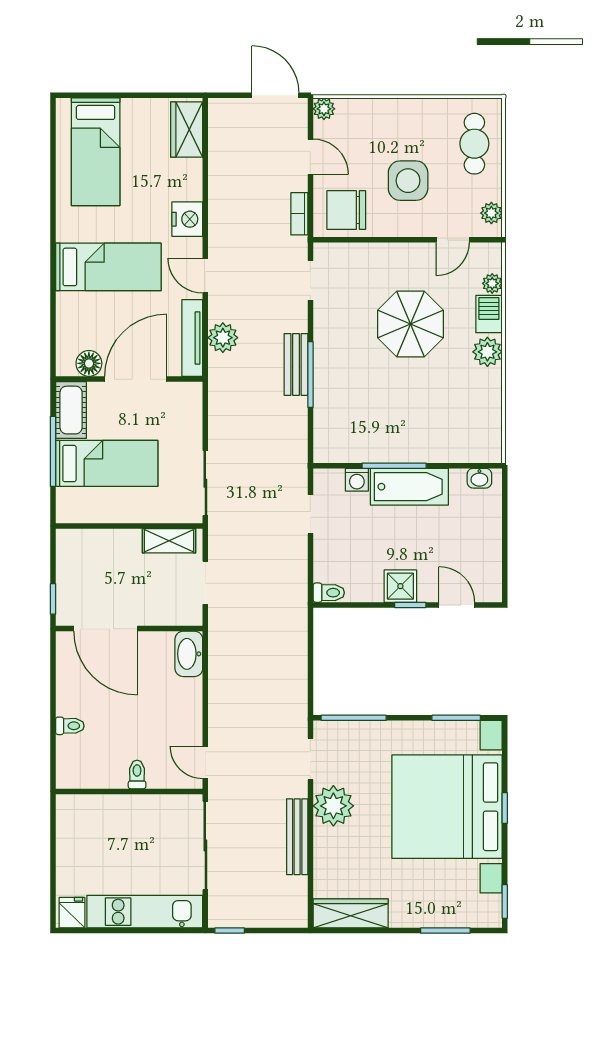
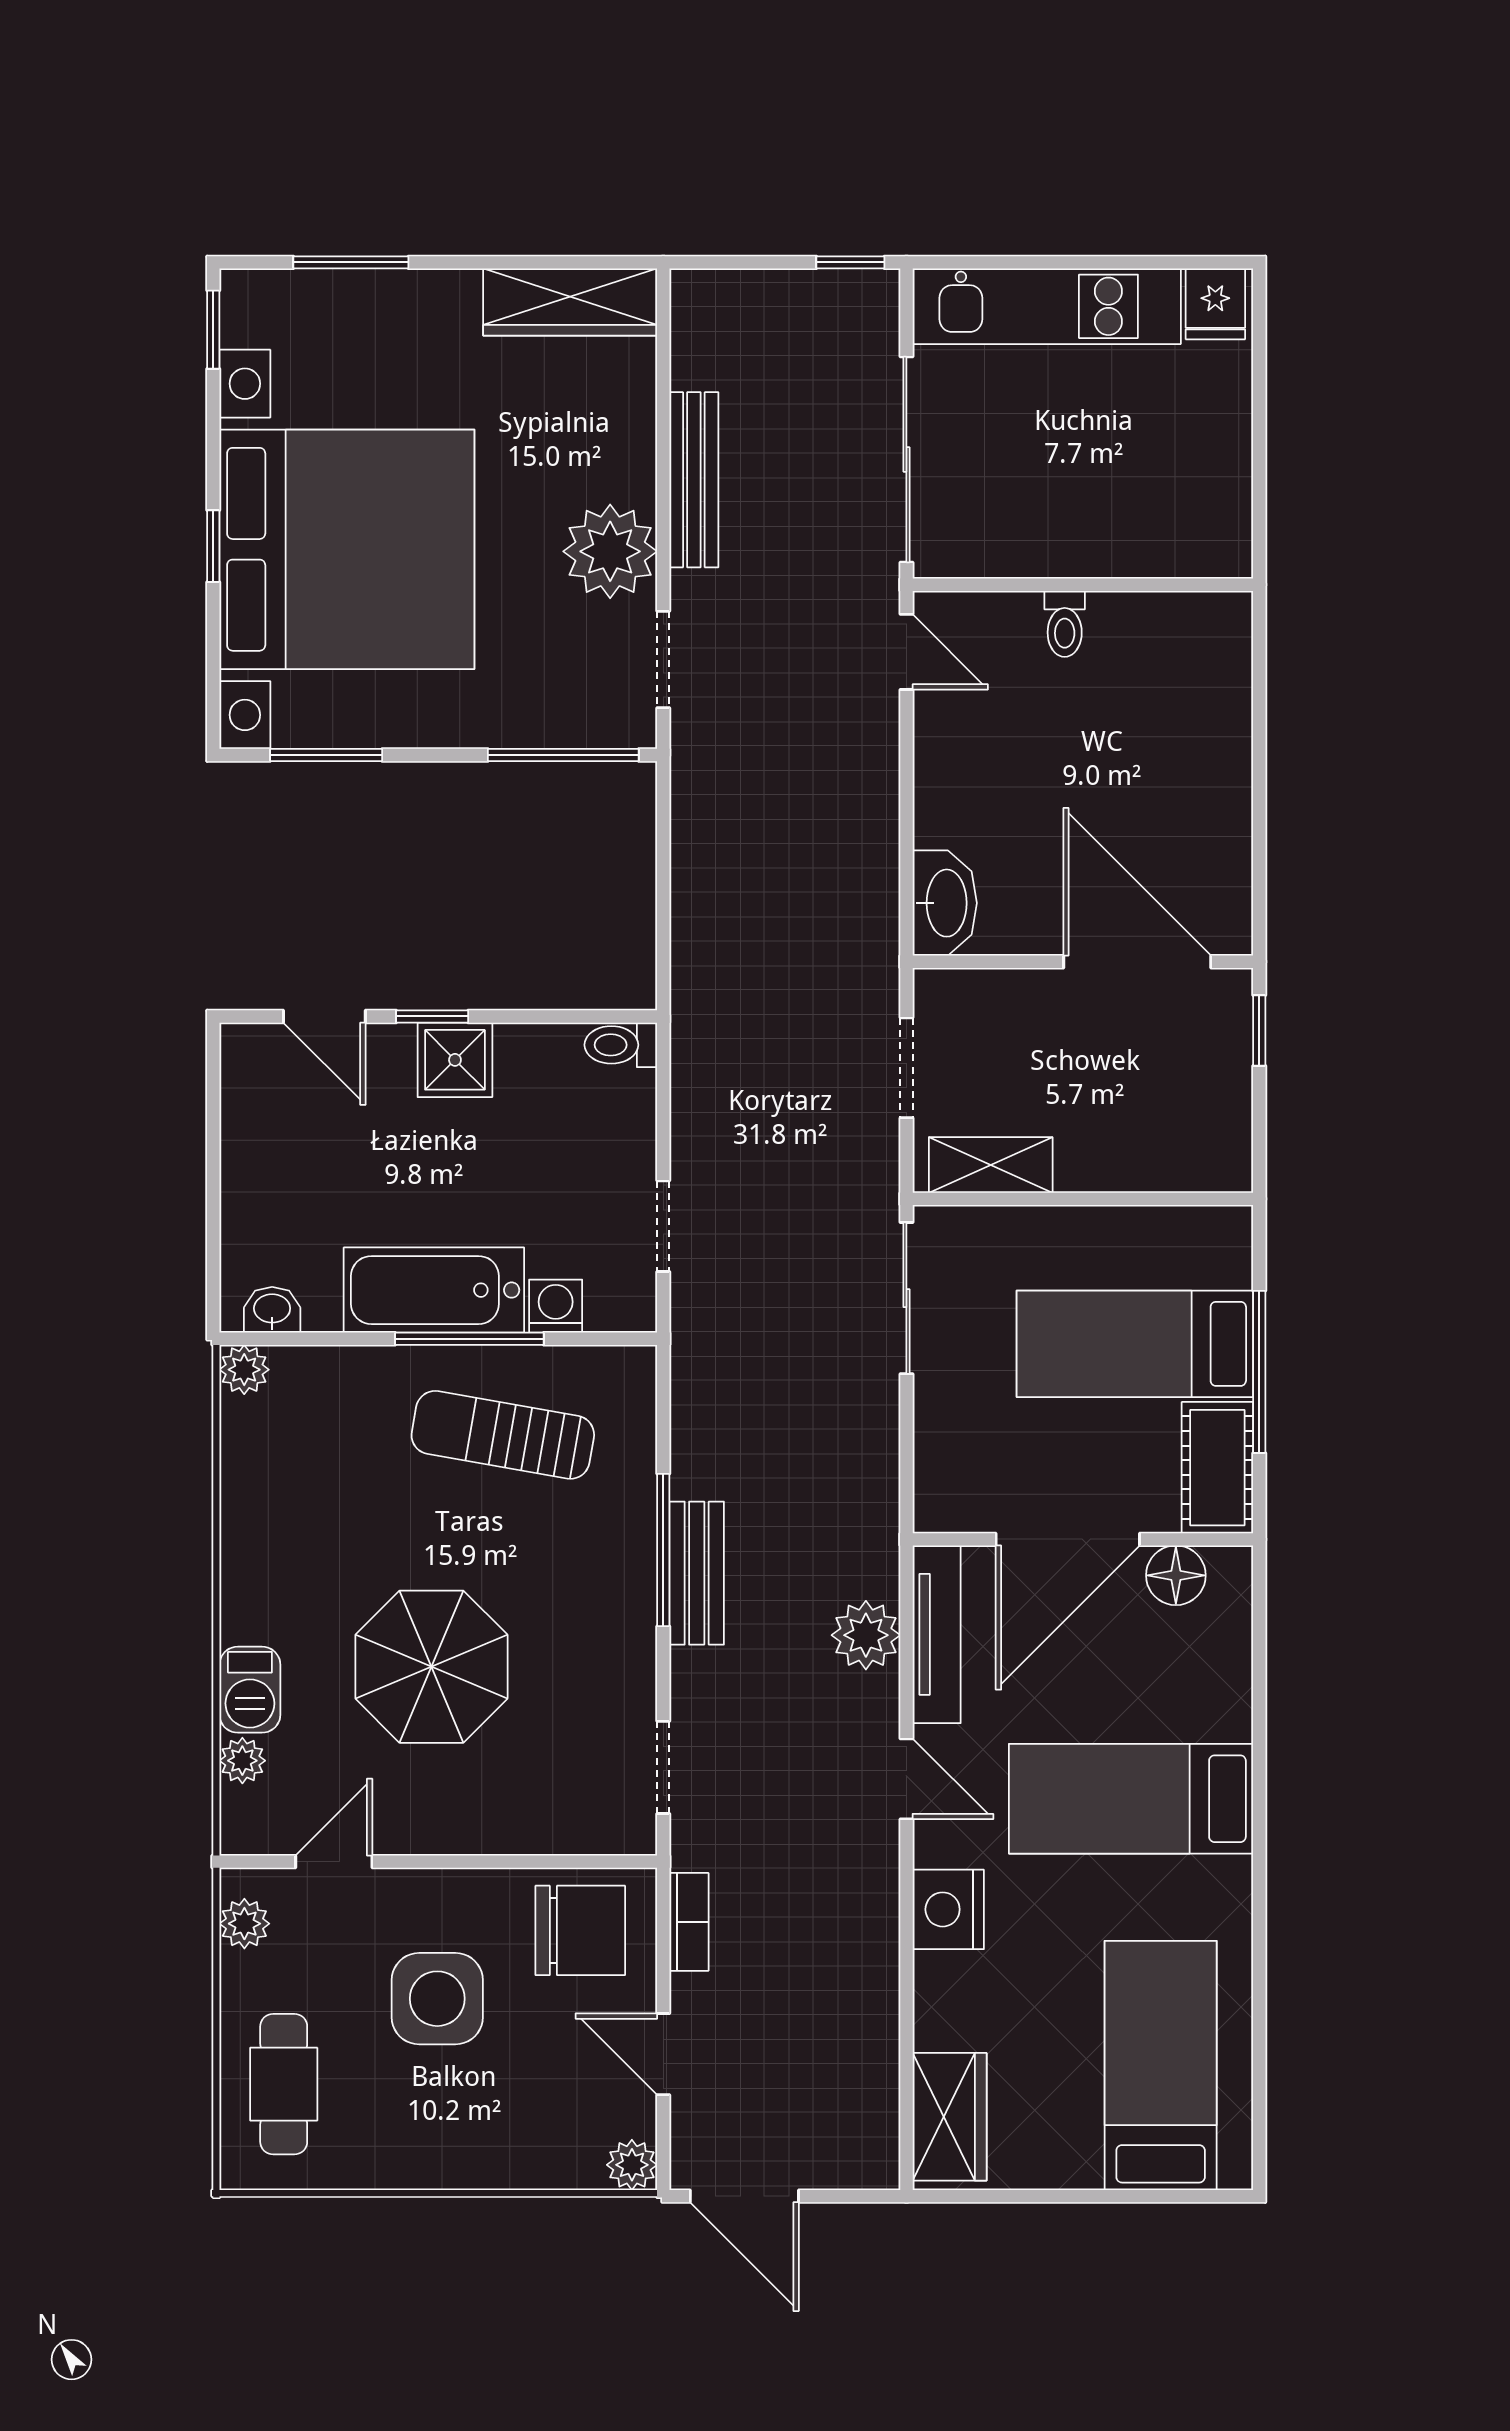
plant: (487, 352) -> (244, 1370), moved, width x0.73, depth x0.73
sun lounger: (380, 424) -> (503, 1435), added
toilet: (70, 726) -> (1220, 737), removed

